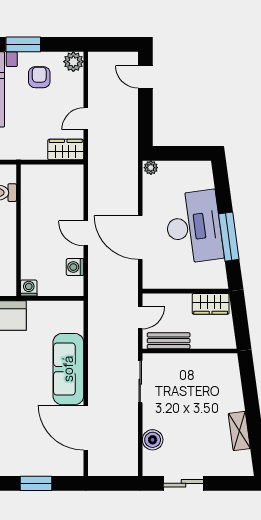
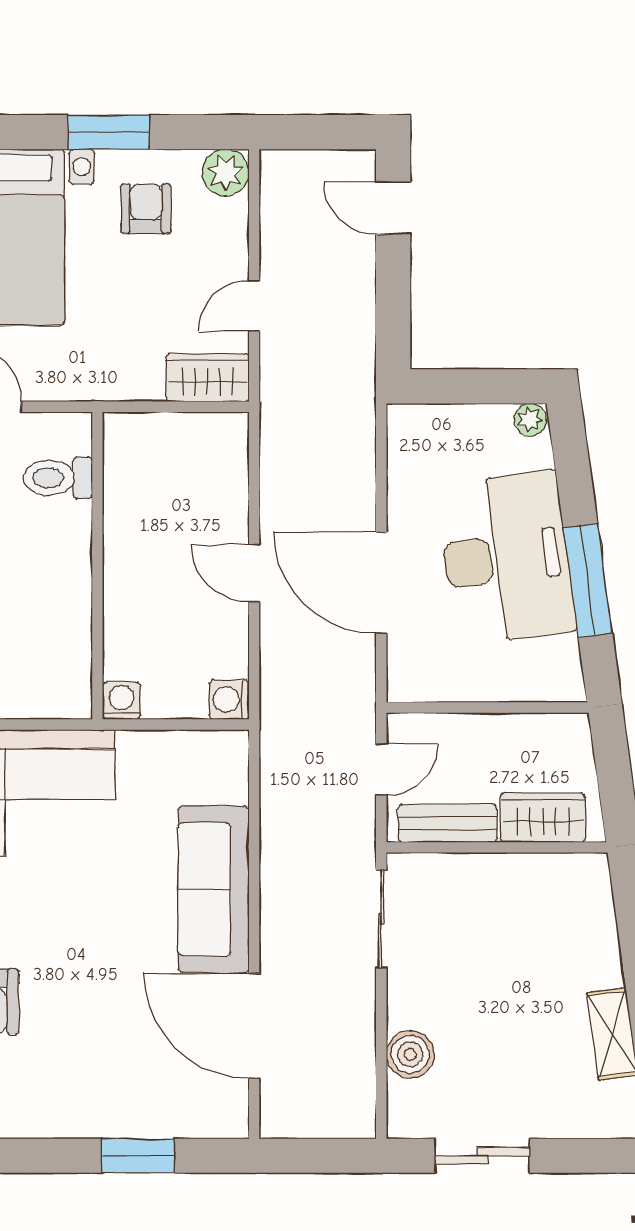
plant: (151, 168) -> (530, 420), moved
washing machine: (75, 267) -> (229, 700), moved
wardrobe: (211, 304) -> (543, 818), moved, turned 180

